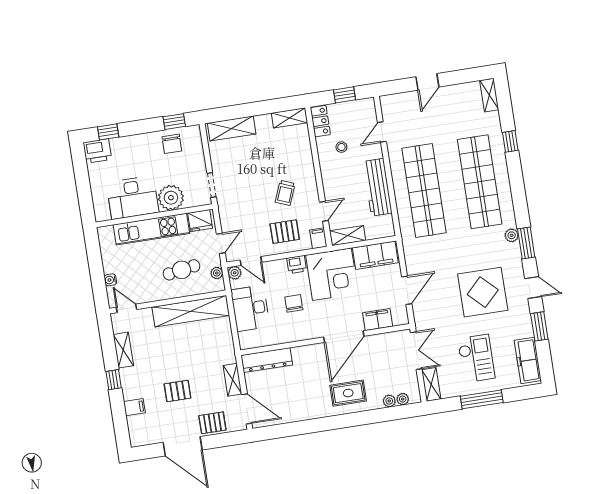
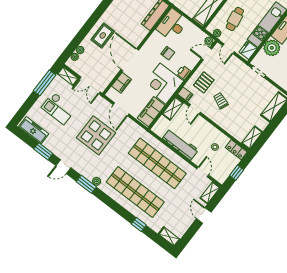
shelving: (396, 101) -> (210, 193), added
display table: (483, 292) -> (96, 135), moved
desk: (250, 308) -> (172, 25), moved, turned -90
window: (482, 399) -> (45, 83), moved

